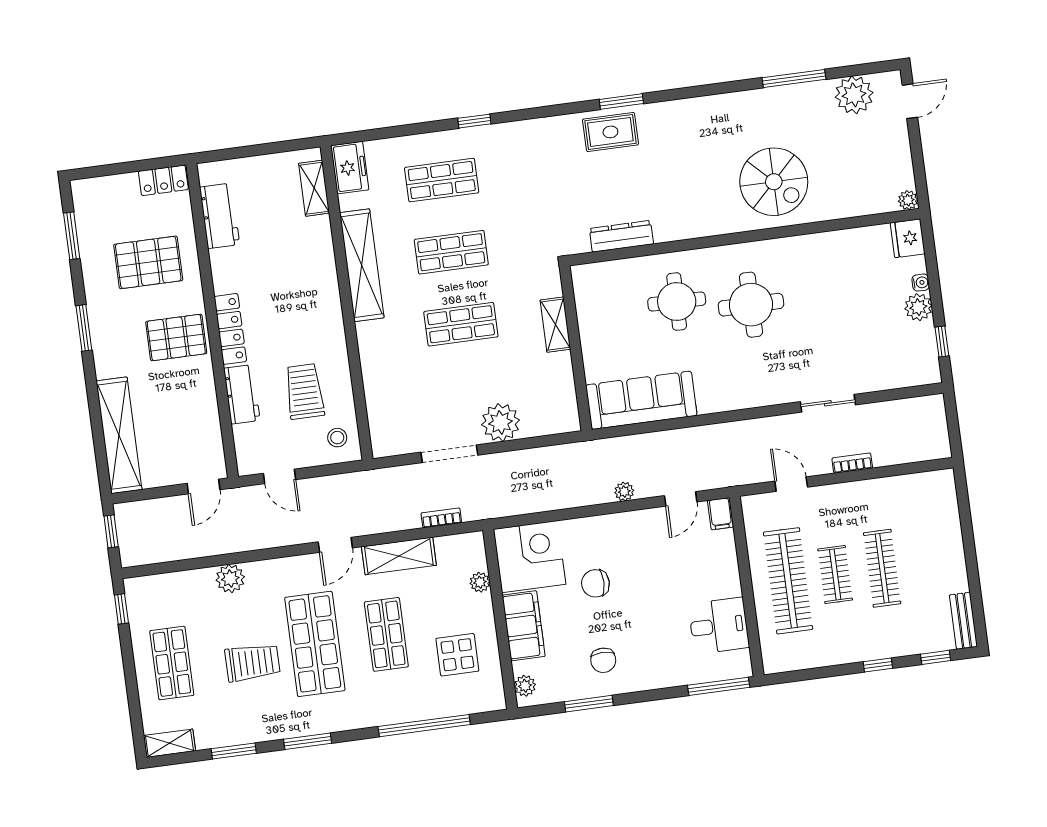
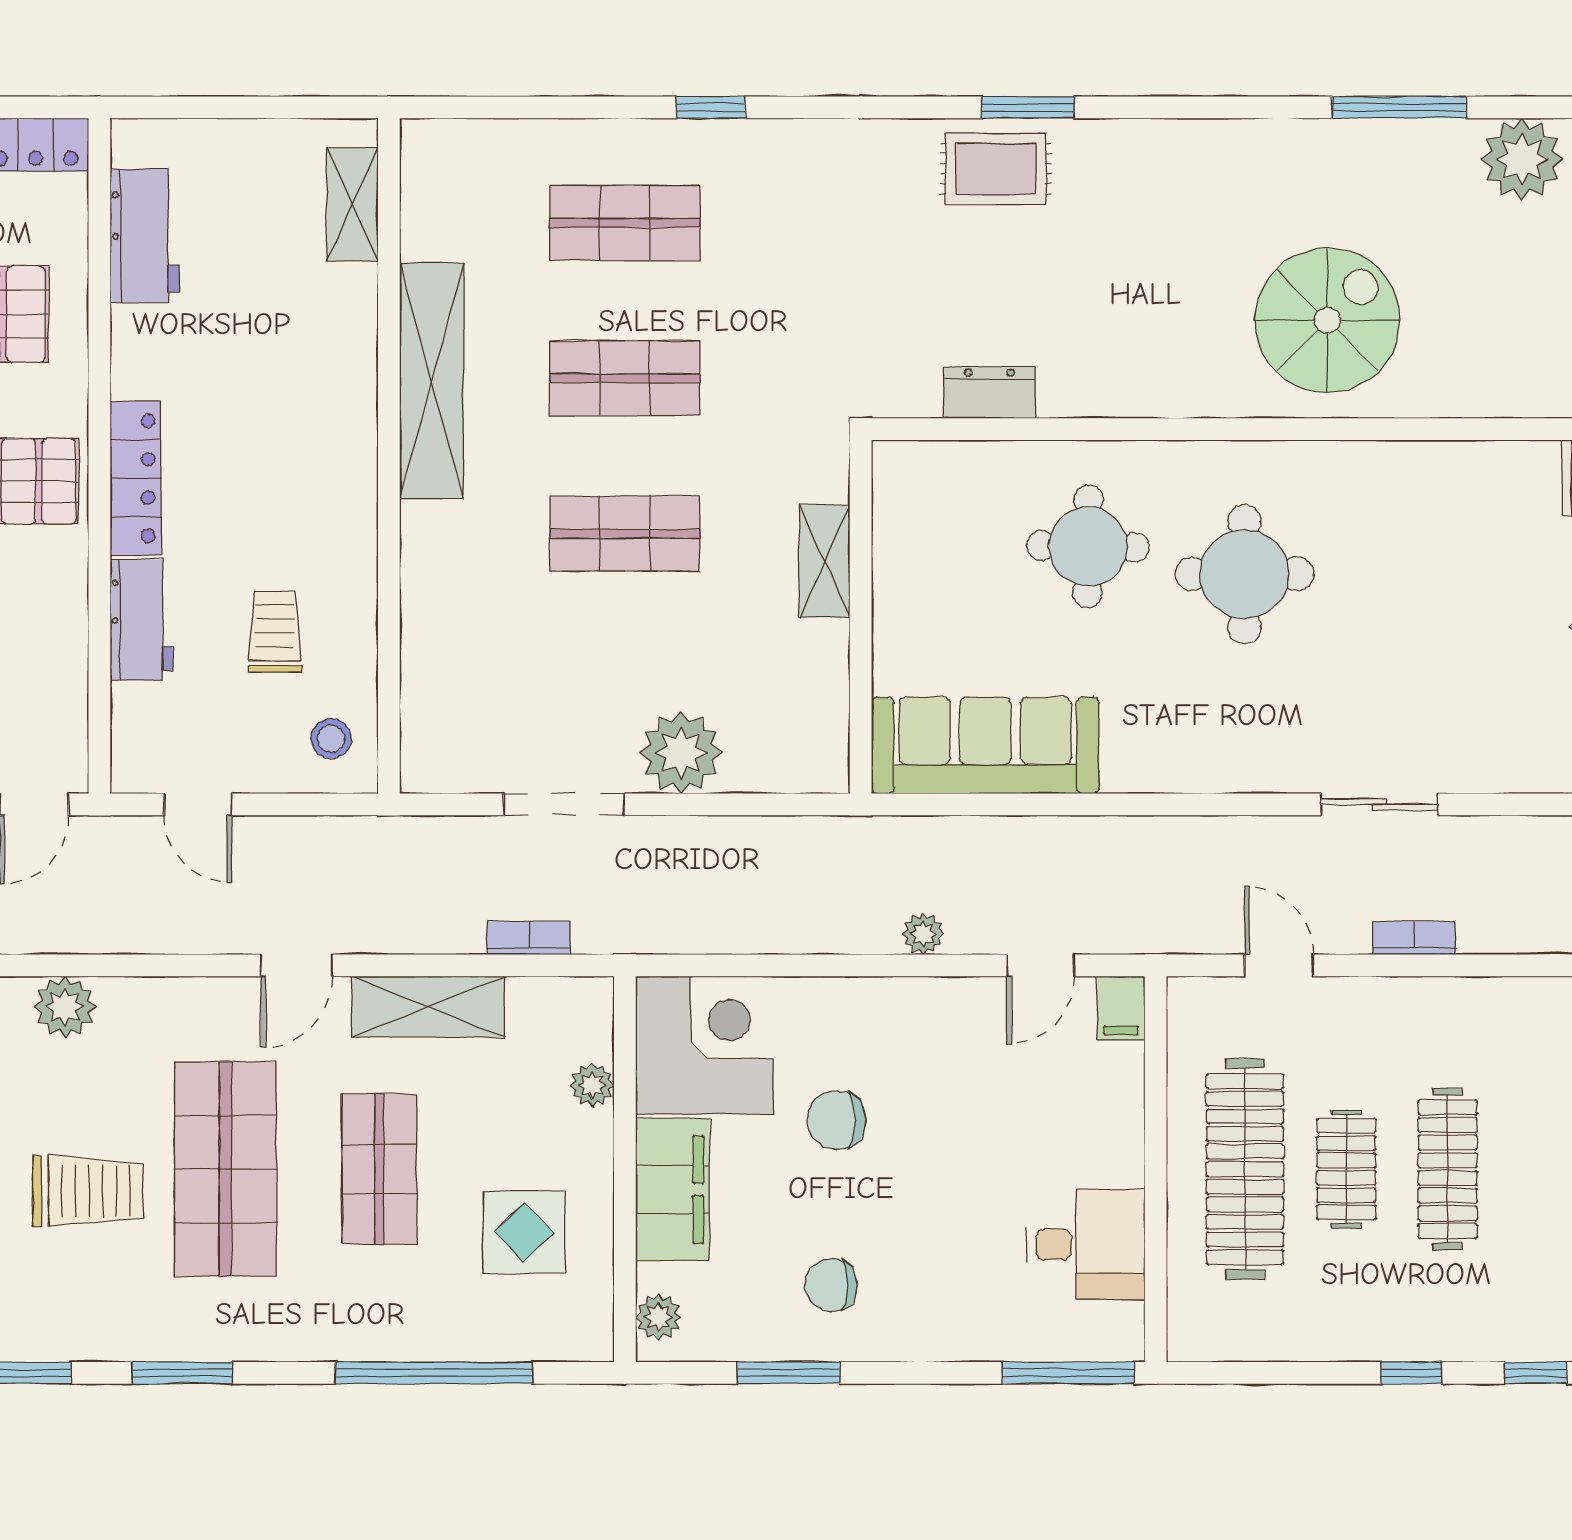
freezer: (350, 168) -> (434, 171), removed
spiral stairs: (774, 182) -> (1327, 320), turned -90
dresser: (621, 236) -> (989, 393), width x0.70
trolley: (305, 391) -> (275, 632), width x0.73, depth x0.72
chair: (603, 660) -> (831, 1285), turned 90

